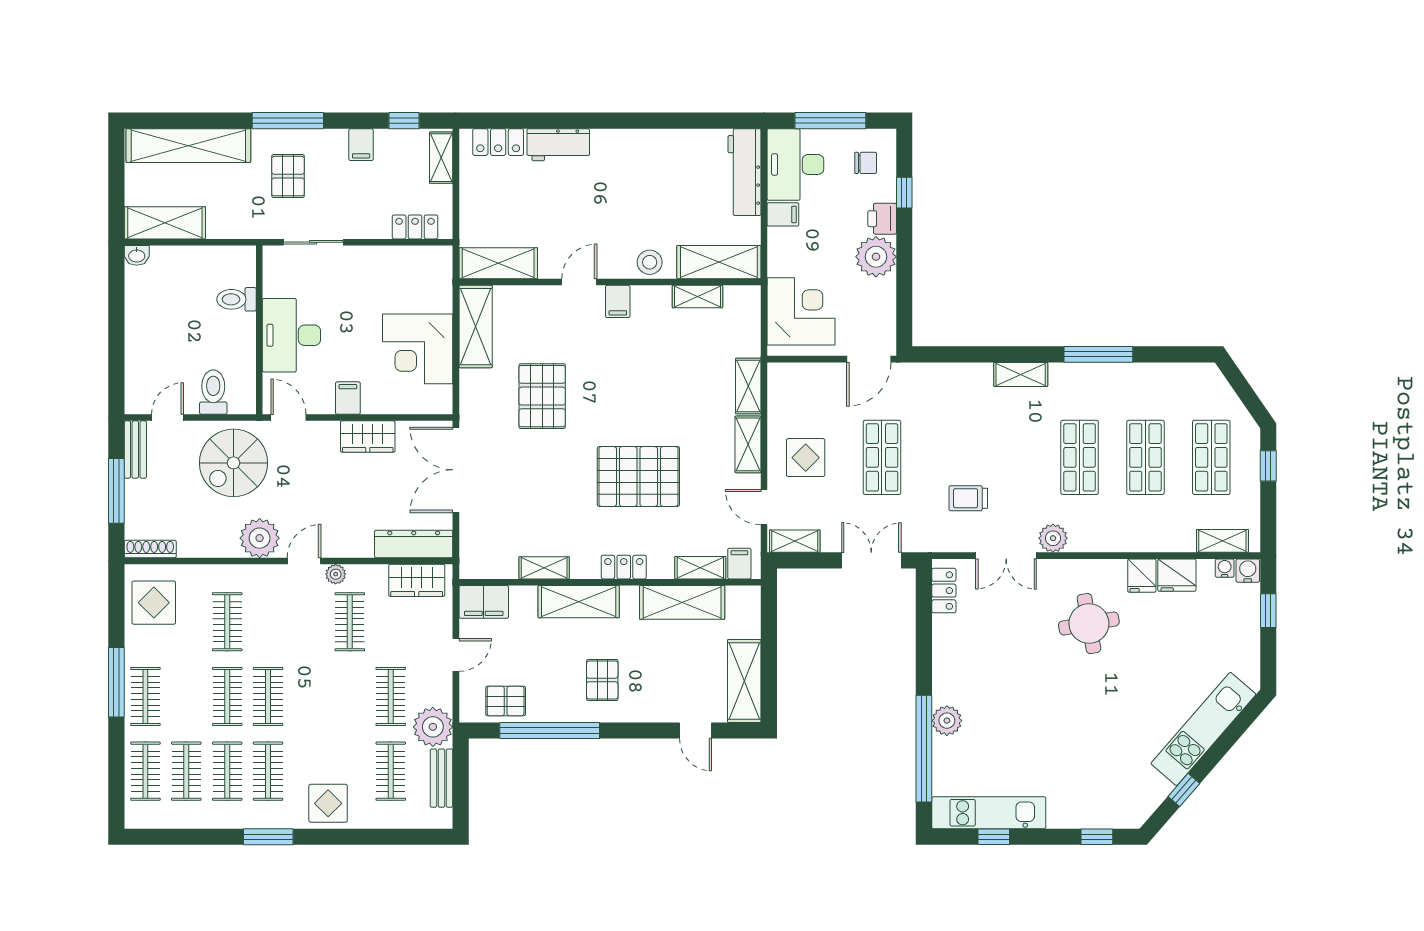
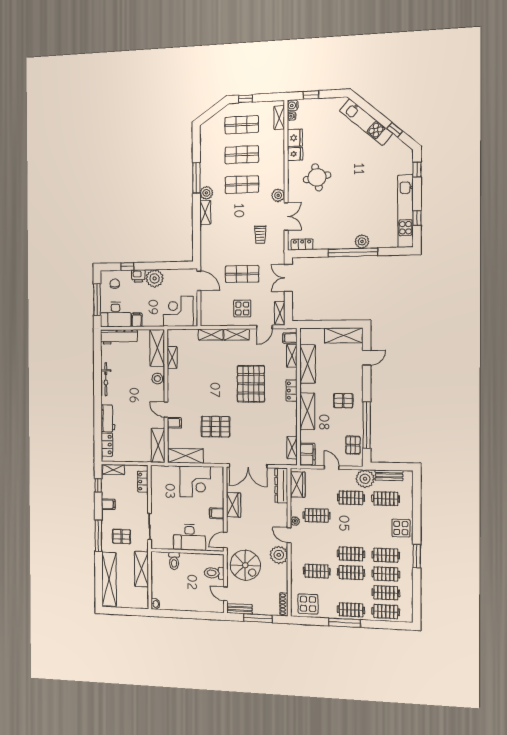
bicycle: (648, 140) -> (106, 379), added
shelving: (165, 223) -> (141, 569), moved
filing cabinet: (618, 301) -> (174, 423), moved
plant: (1064, 377) -> (206, 193), added
shelving: (544, 568) -> (292, 448), moved
window: (924, 749) -> (353, 252), moved
kitchen unit: (989, 813) -> (405, 211), width x1.36

